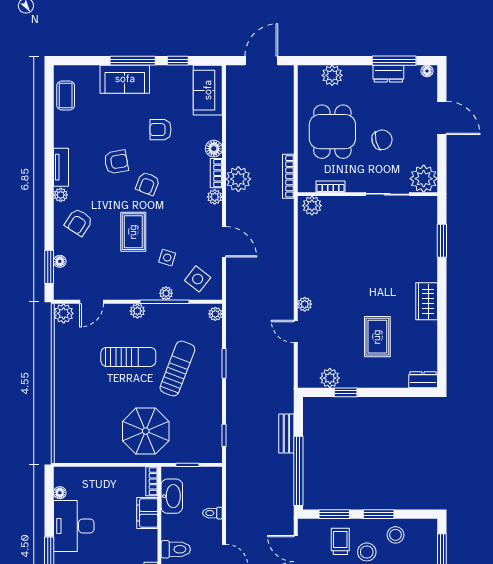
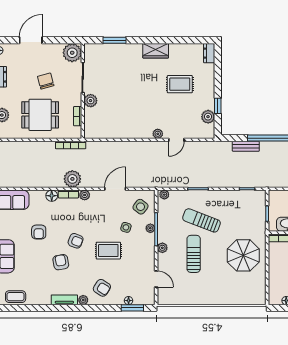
plant: (312, 206) -> (91, 101), moved
plant: (64, 313) -> (164, 298), removed
parasol: (146, 431) -> (243, 255), moved

